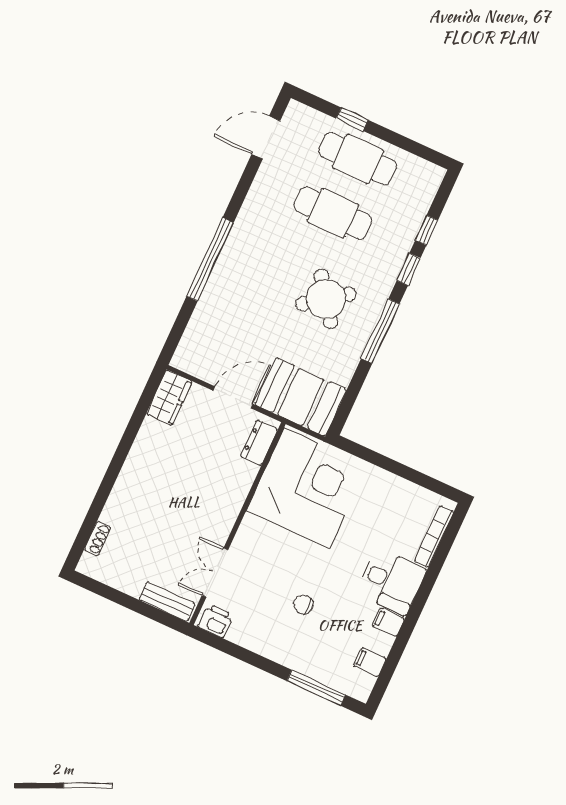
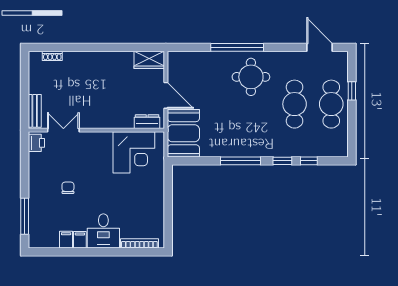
round table: (326, 299) -> (251, 77), moved, turned 36
corner desk: (307, 488) -> (134, 152), width x0.74, depth x0.74
filing cabinet: (370, 662) -> (66, 240), moved

